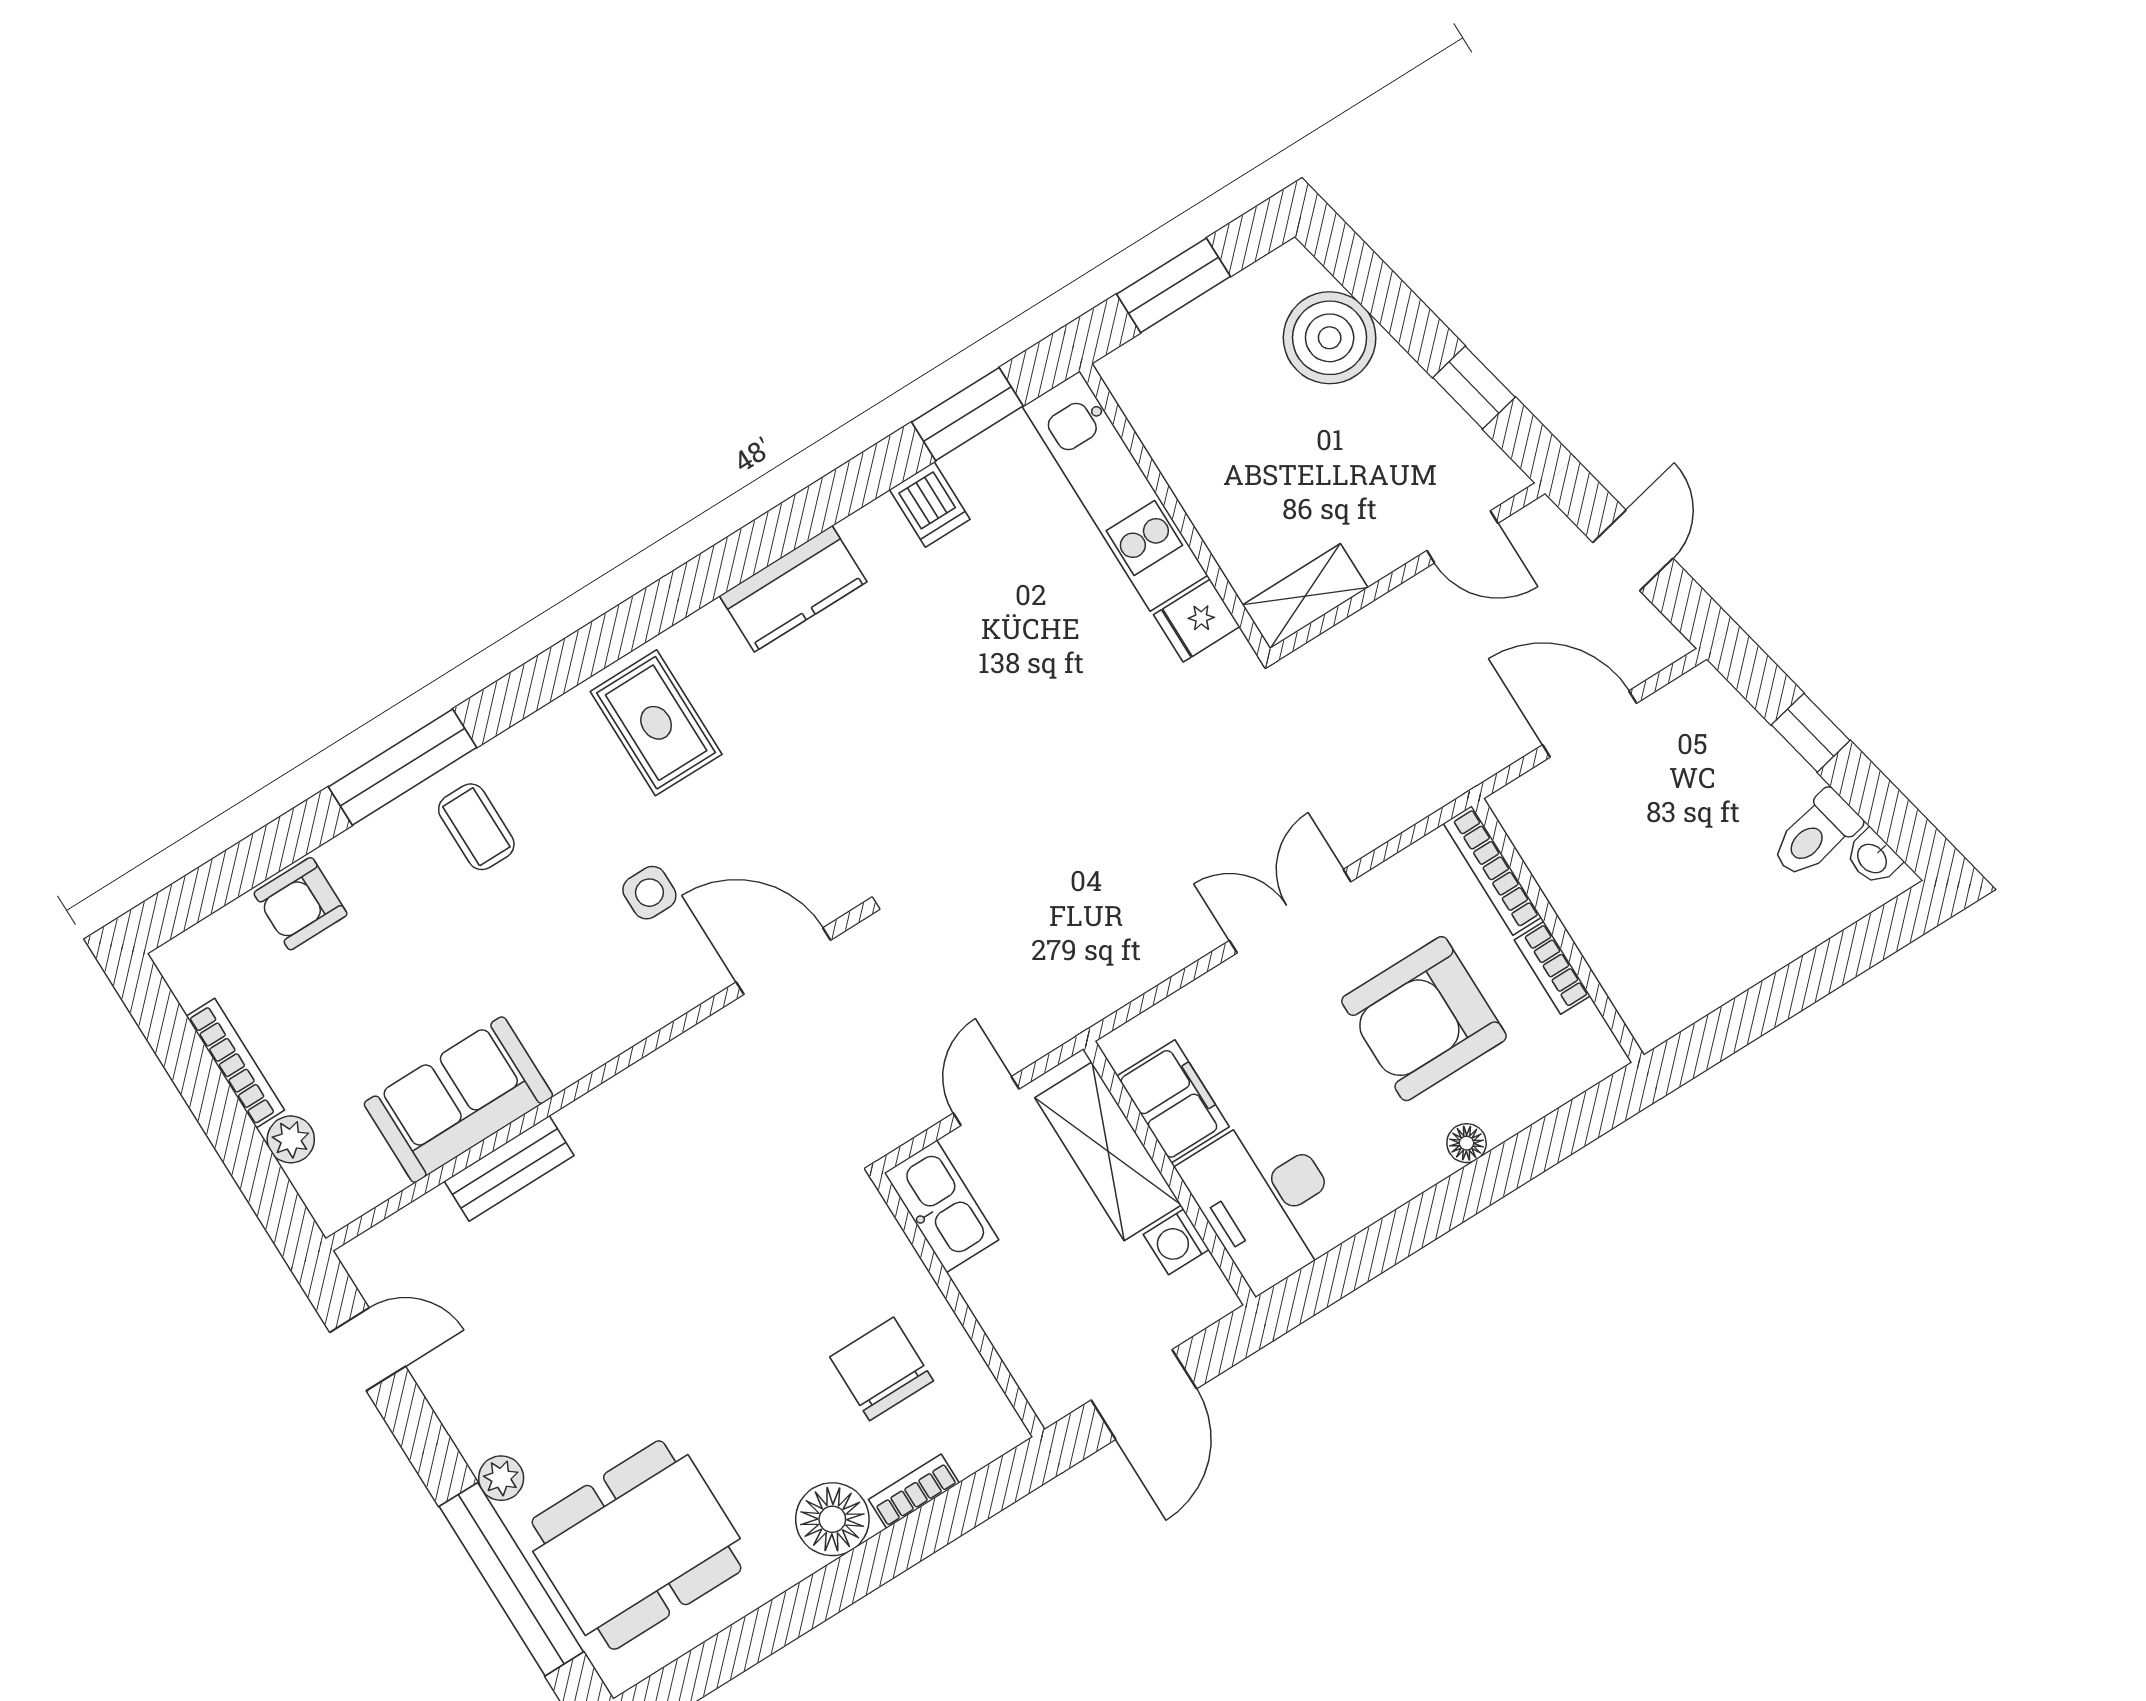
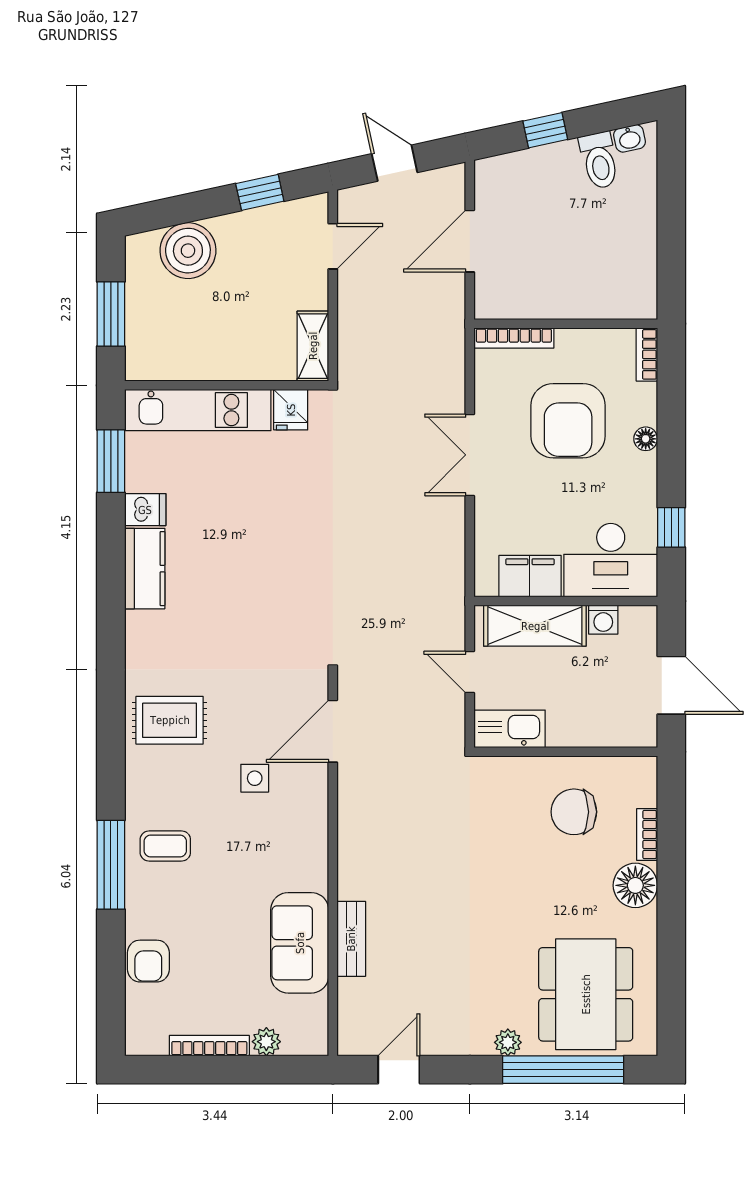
kitchen counter: (793, 589) -> (145, 569), moved
bookcase: (1552, 968) -> (647, 354), moved, turned 90
window: (1365, 1256) -> (671, 527), added

